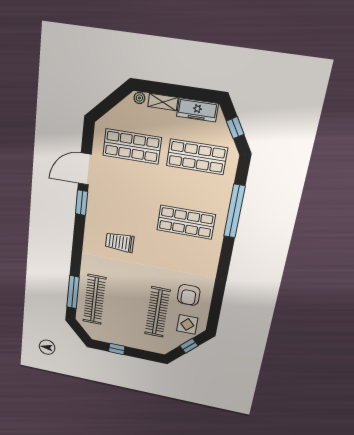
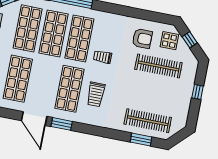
shop shelf: (191, 190) -> (53, 33), added
shop shelf: (124, 211) -> (69, 89), added
trolley: (165, 250) -> (103, 57), added
window: (73, 292) -> (141, 140), width x0.69
window: (117, 349) -> (198, 92), moved

